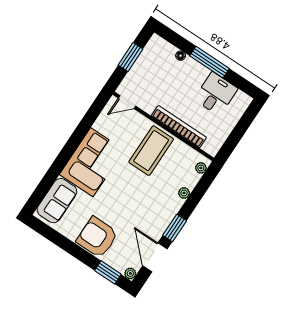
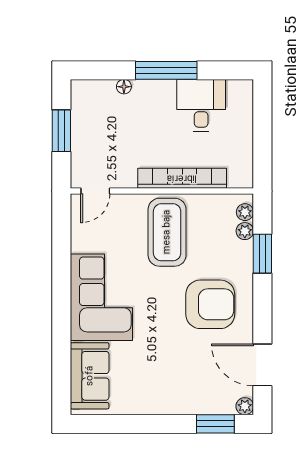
plant: (184, 193) -> (245, 231), moved
window: (175, 228) -> (262, 254), moved
armchair: (97, 237) -> (210, 304), moved, turned 180

